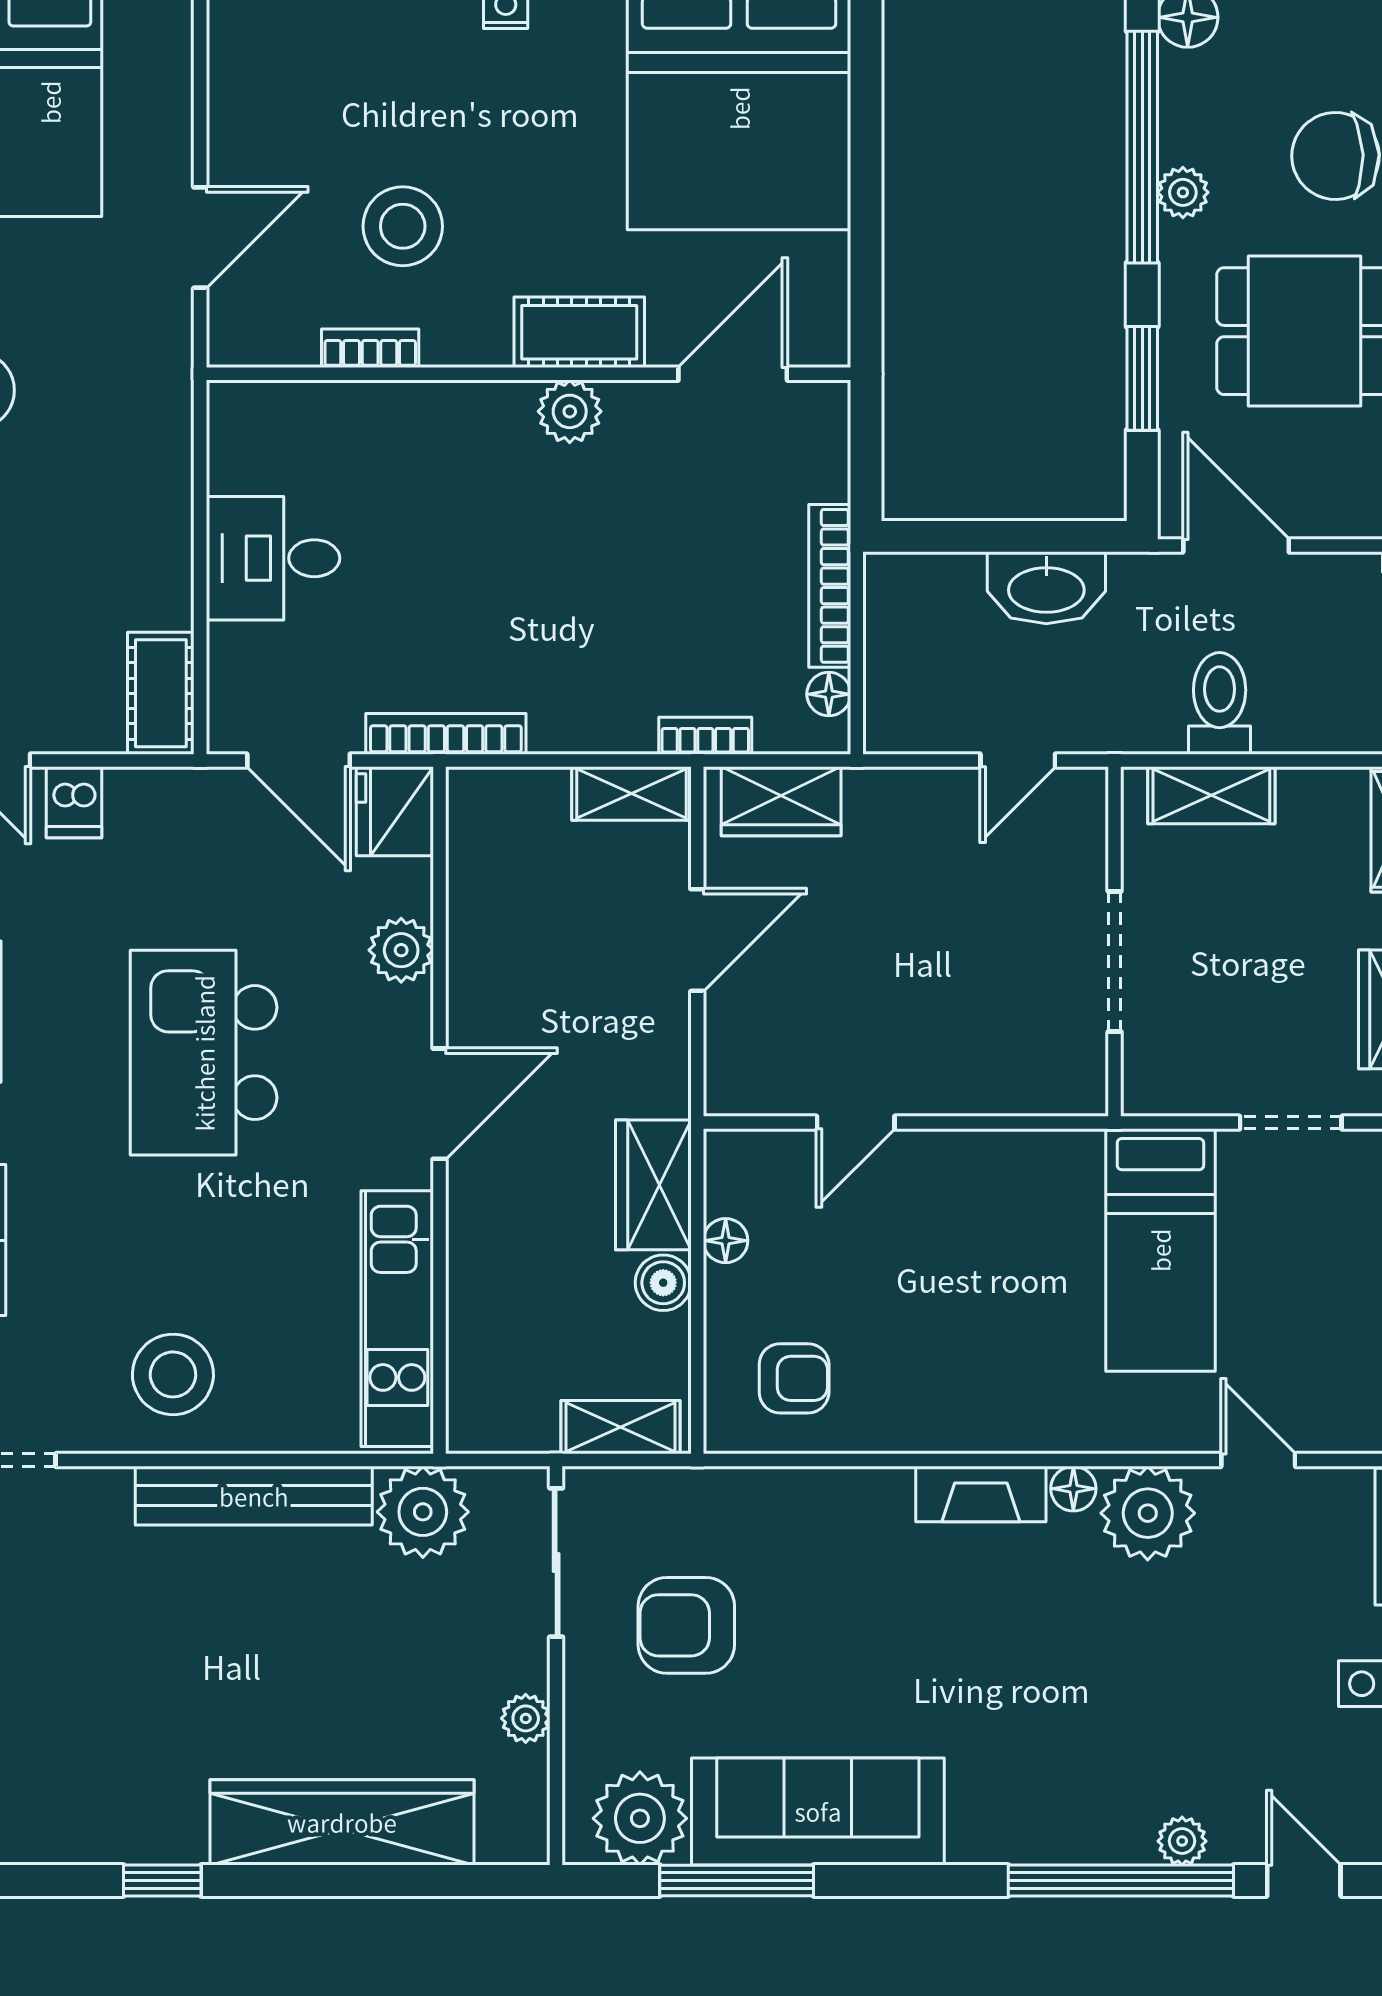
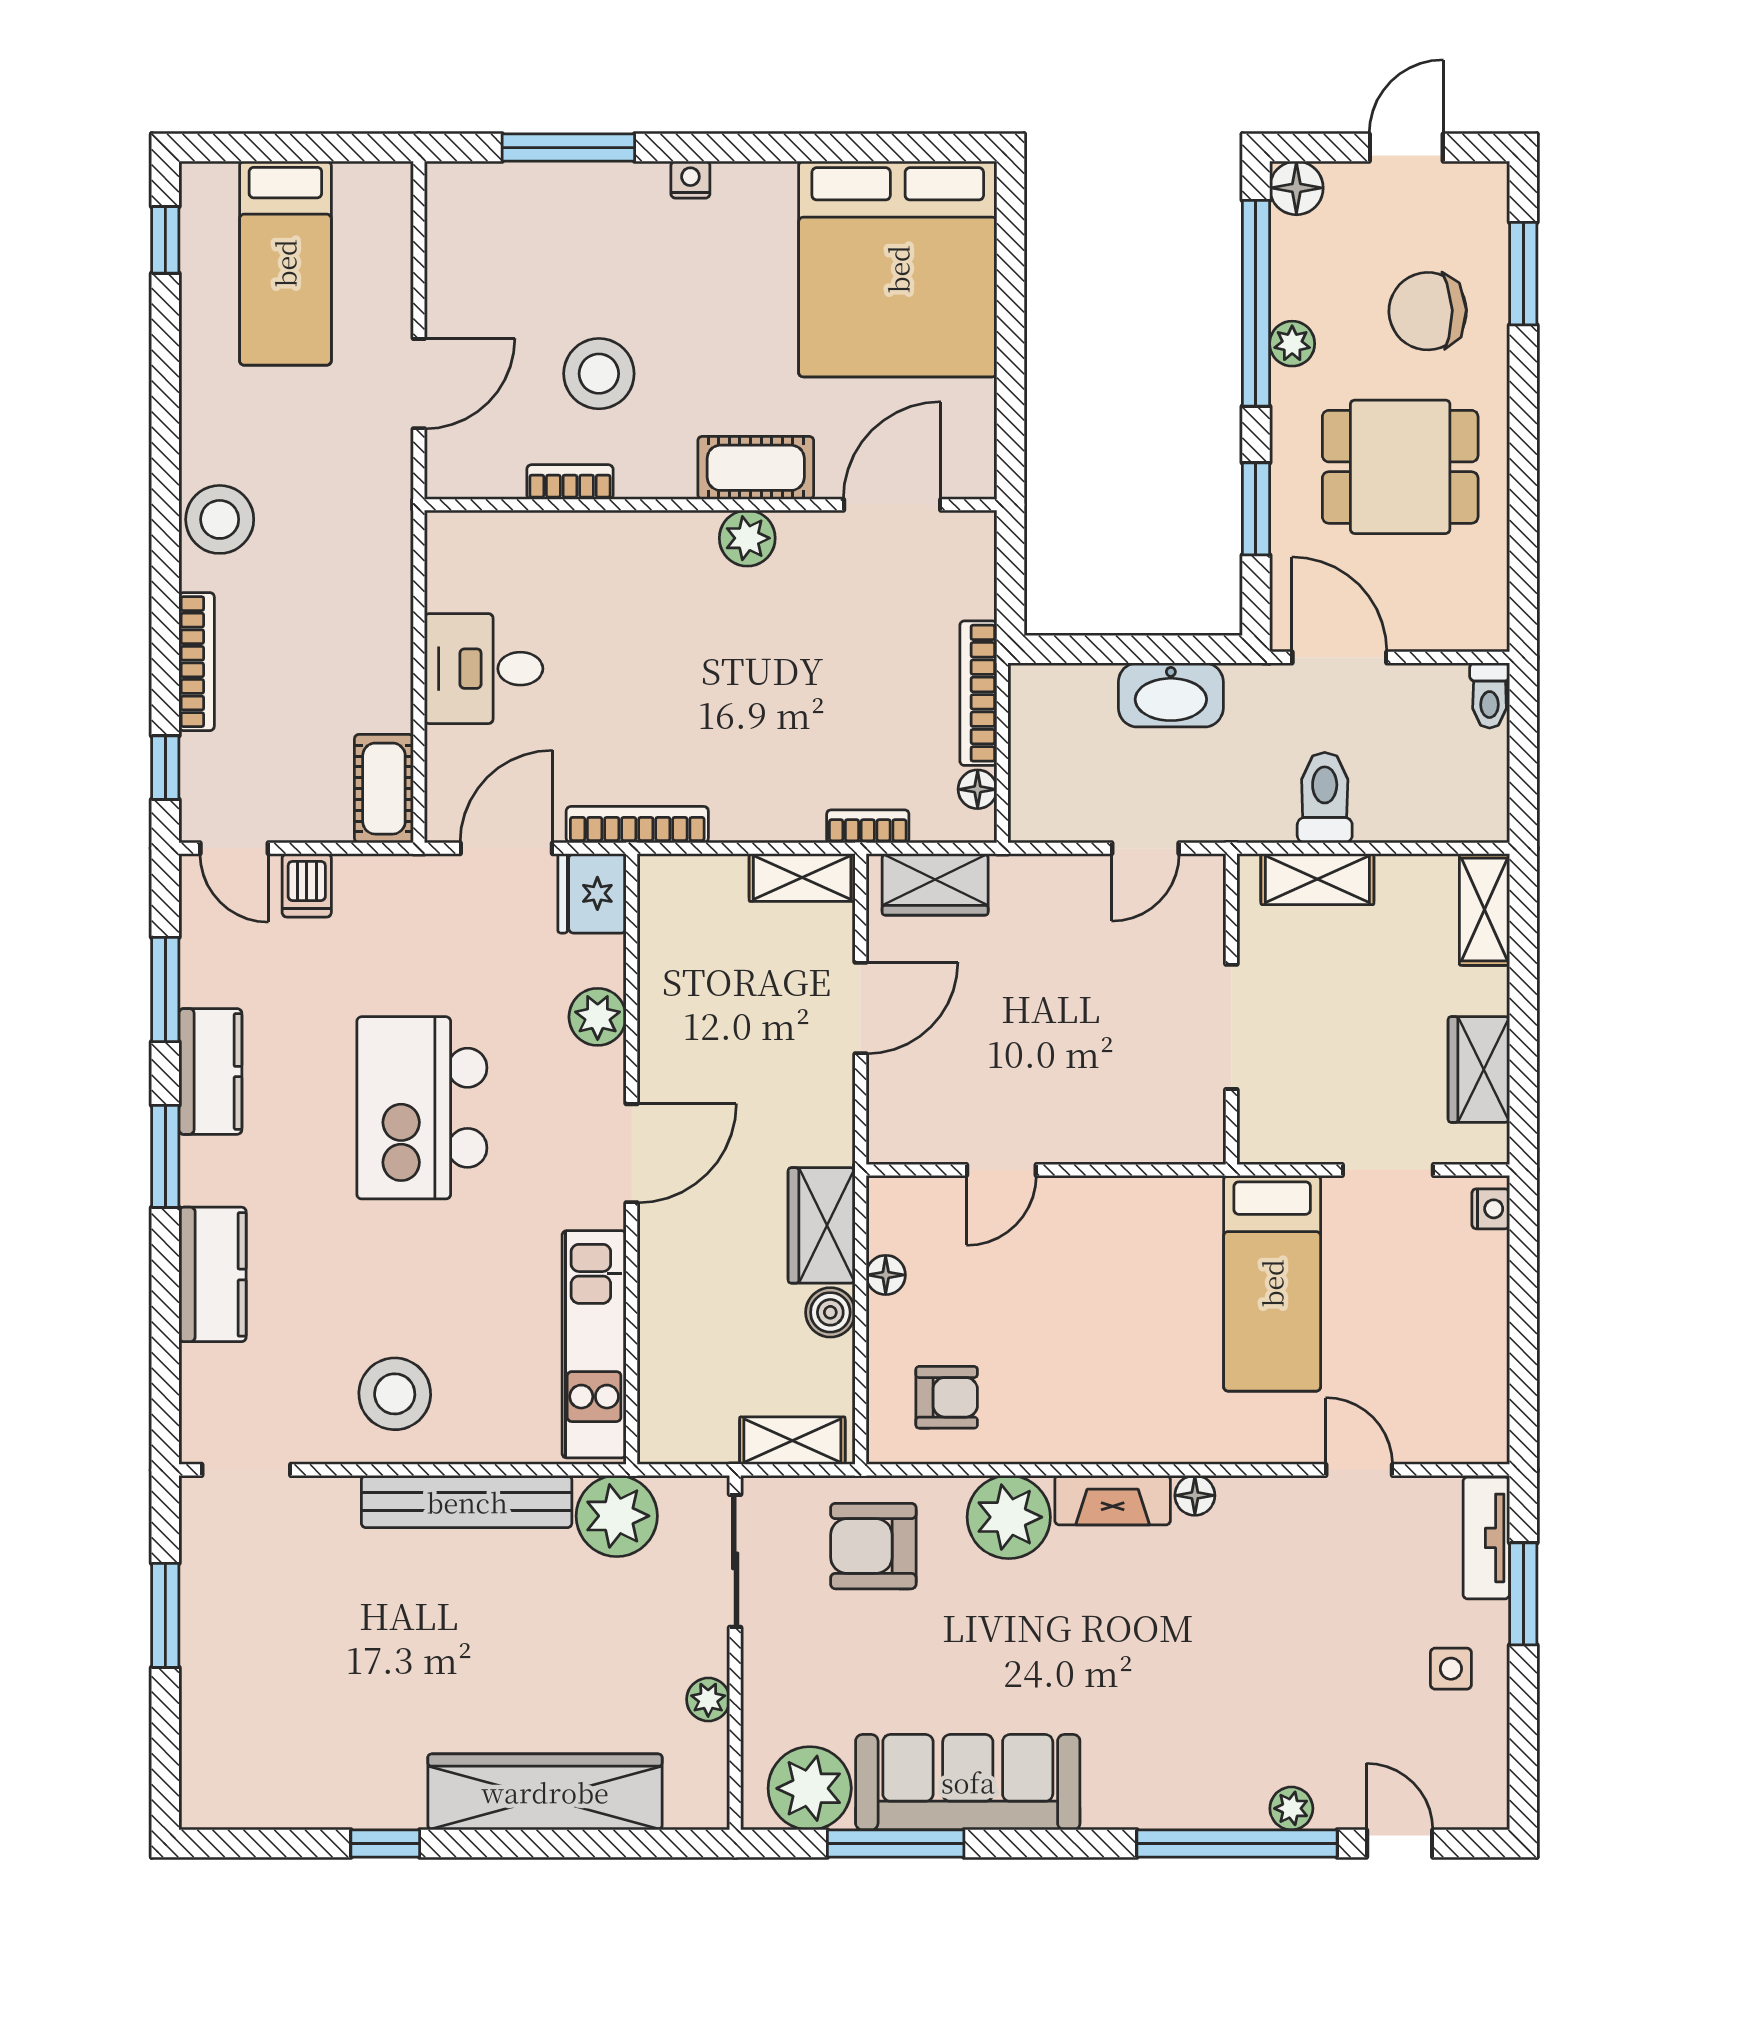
door: (299, 760) -> (506, 848), swing flipped
plant: (1148, 1513) -> (1009, 1517), moved
armchair: (686, 1625) -> (873, 1546), moved

